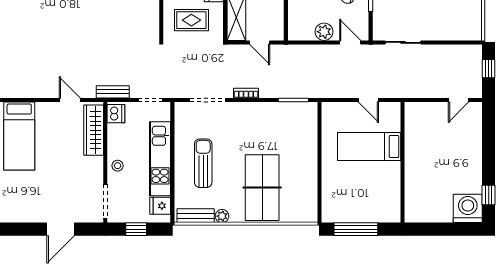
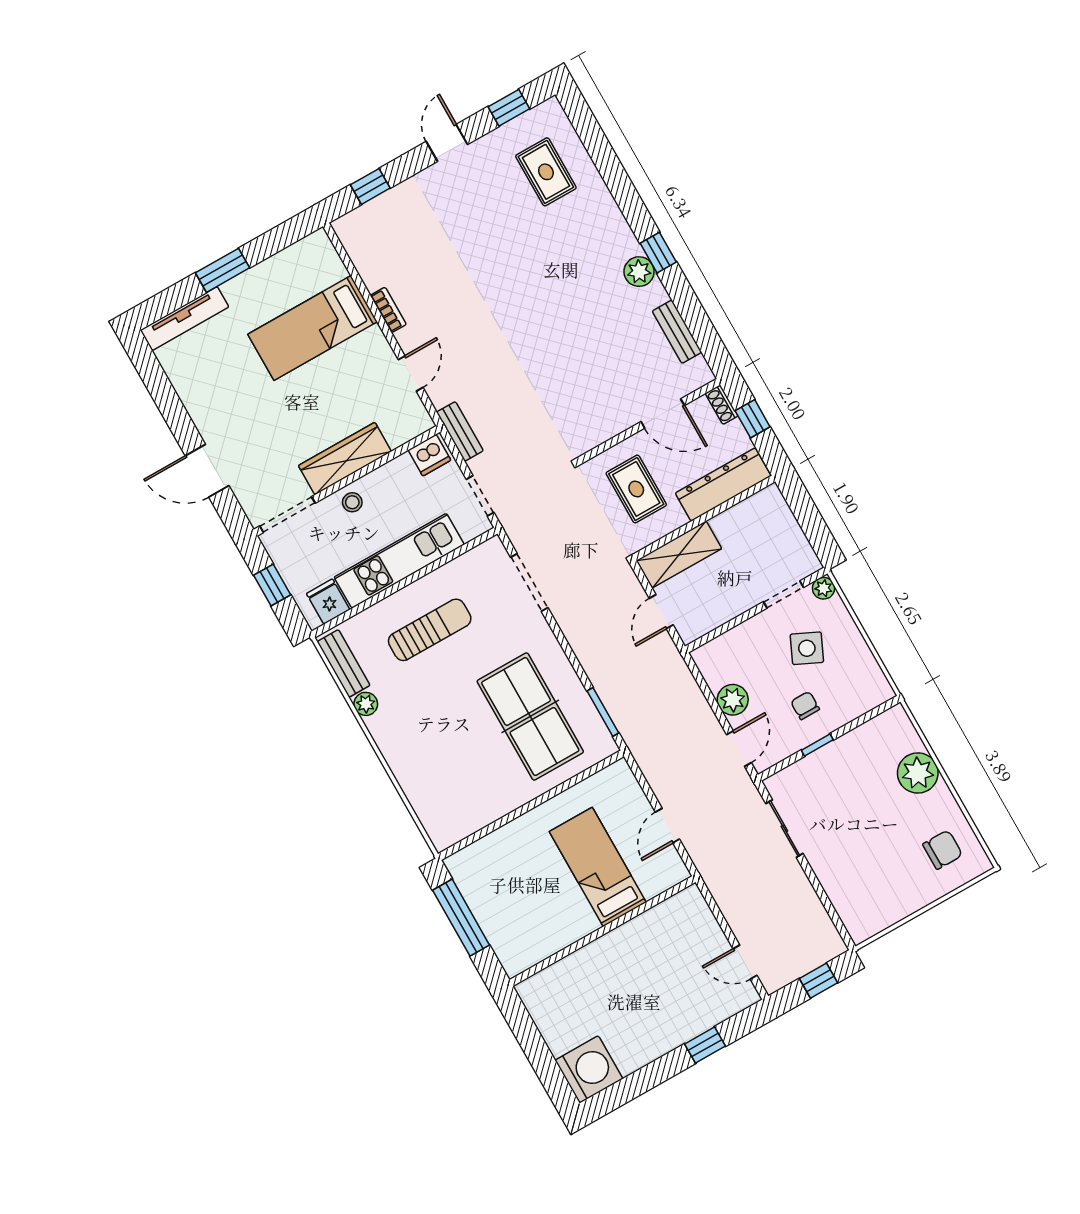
bookcase: (246, 93) -> (388, 310), moved
wardrobe: (94, 130) -> (345, 459), moved
table tennis table: (262, 188) -> (530, 716), moved, turned 90
window: (489, 195) -> (705, 1045), moved

